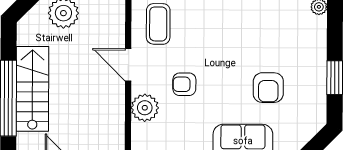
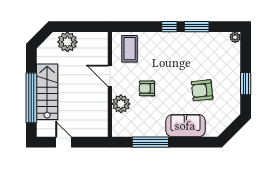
armchair: (268, 88) -> (202, 90), turned 84

